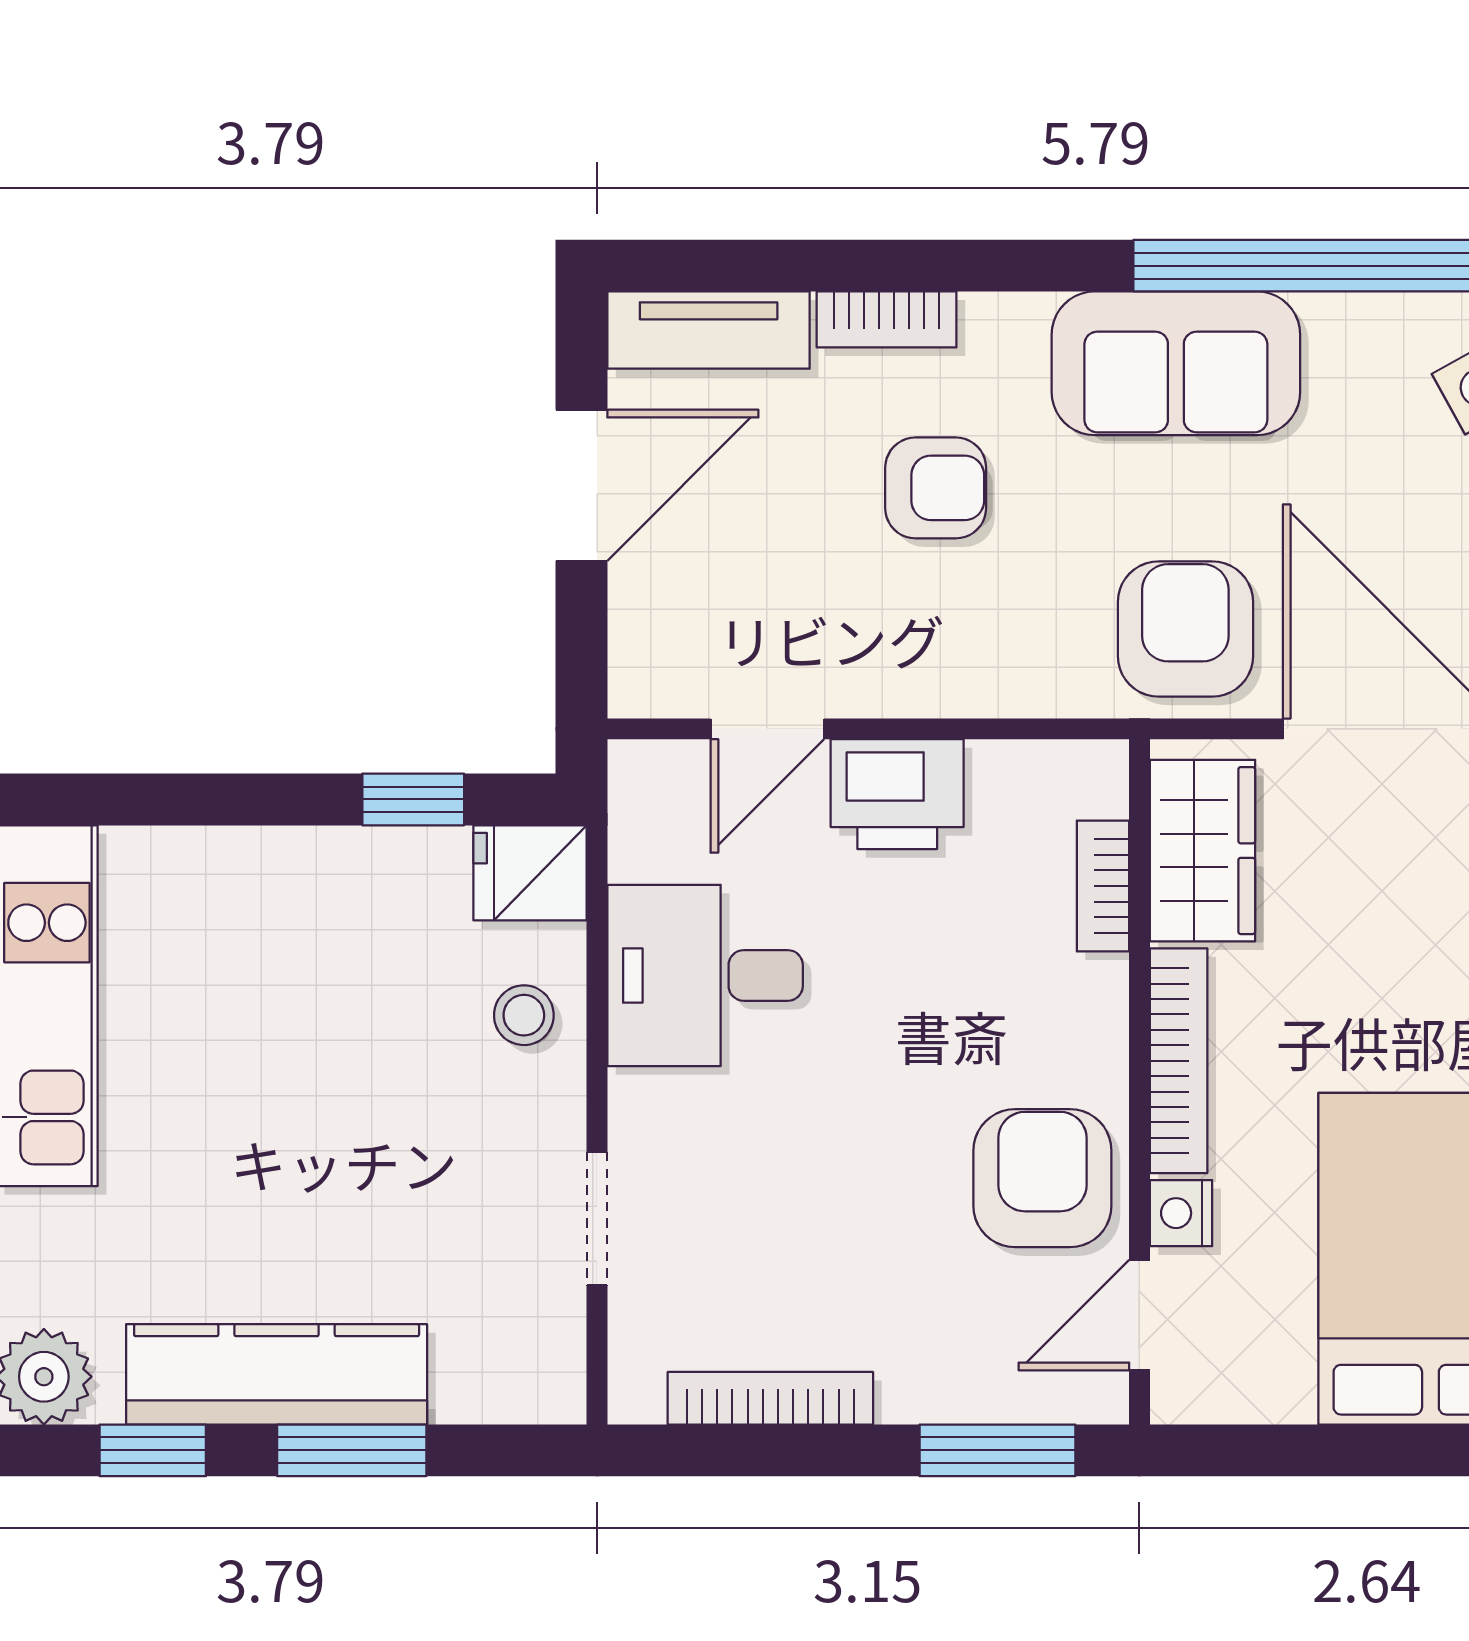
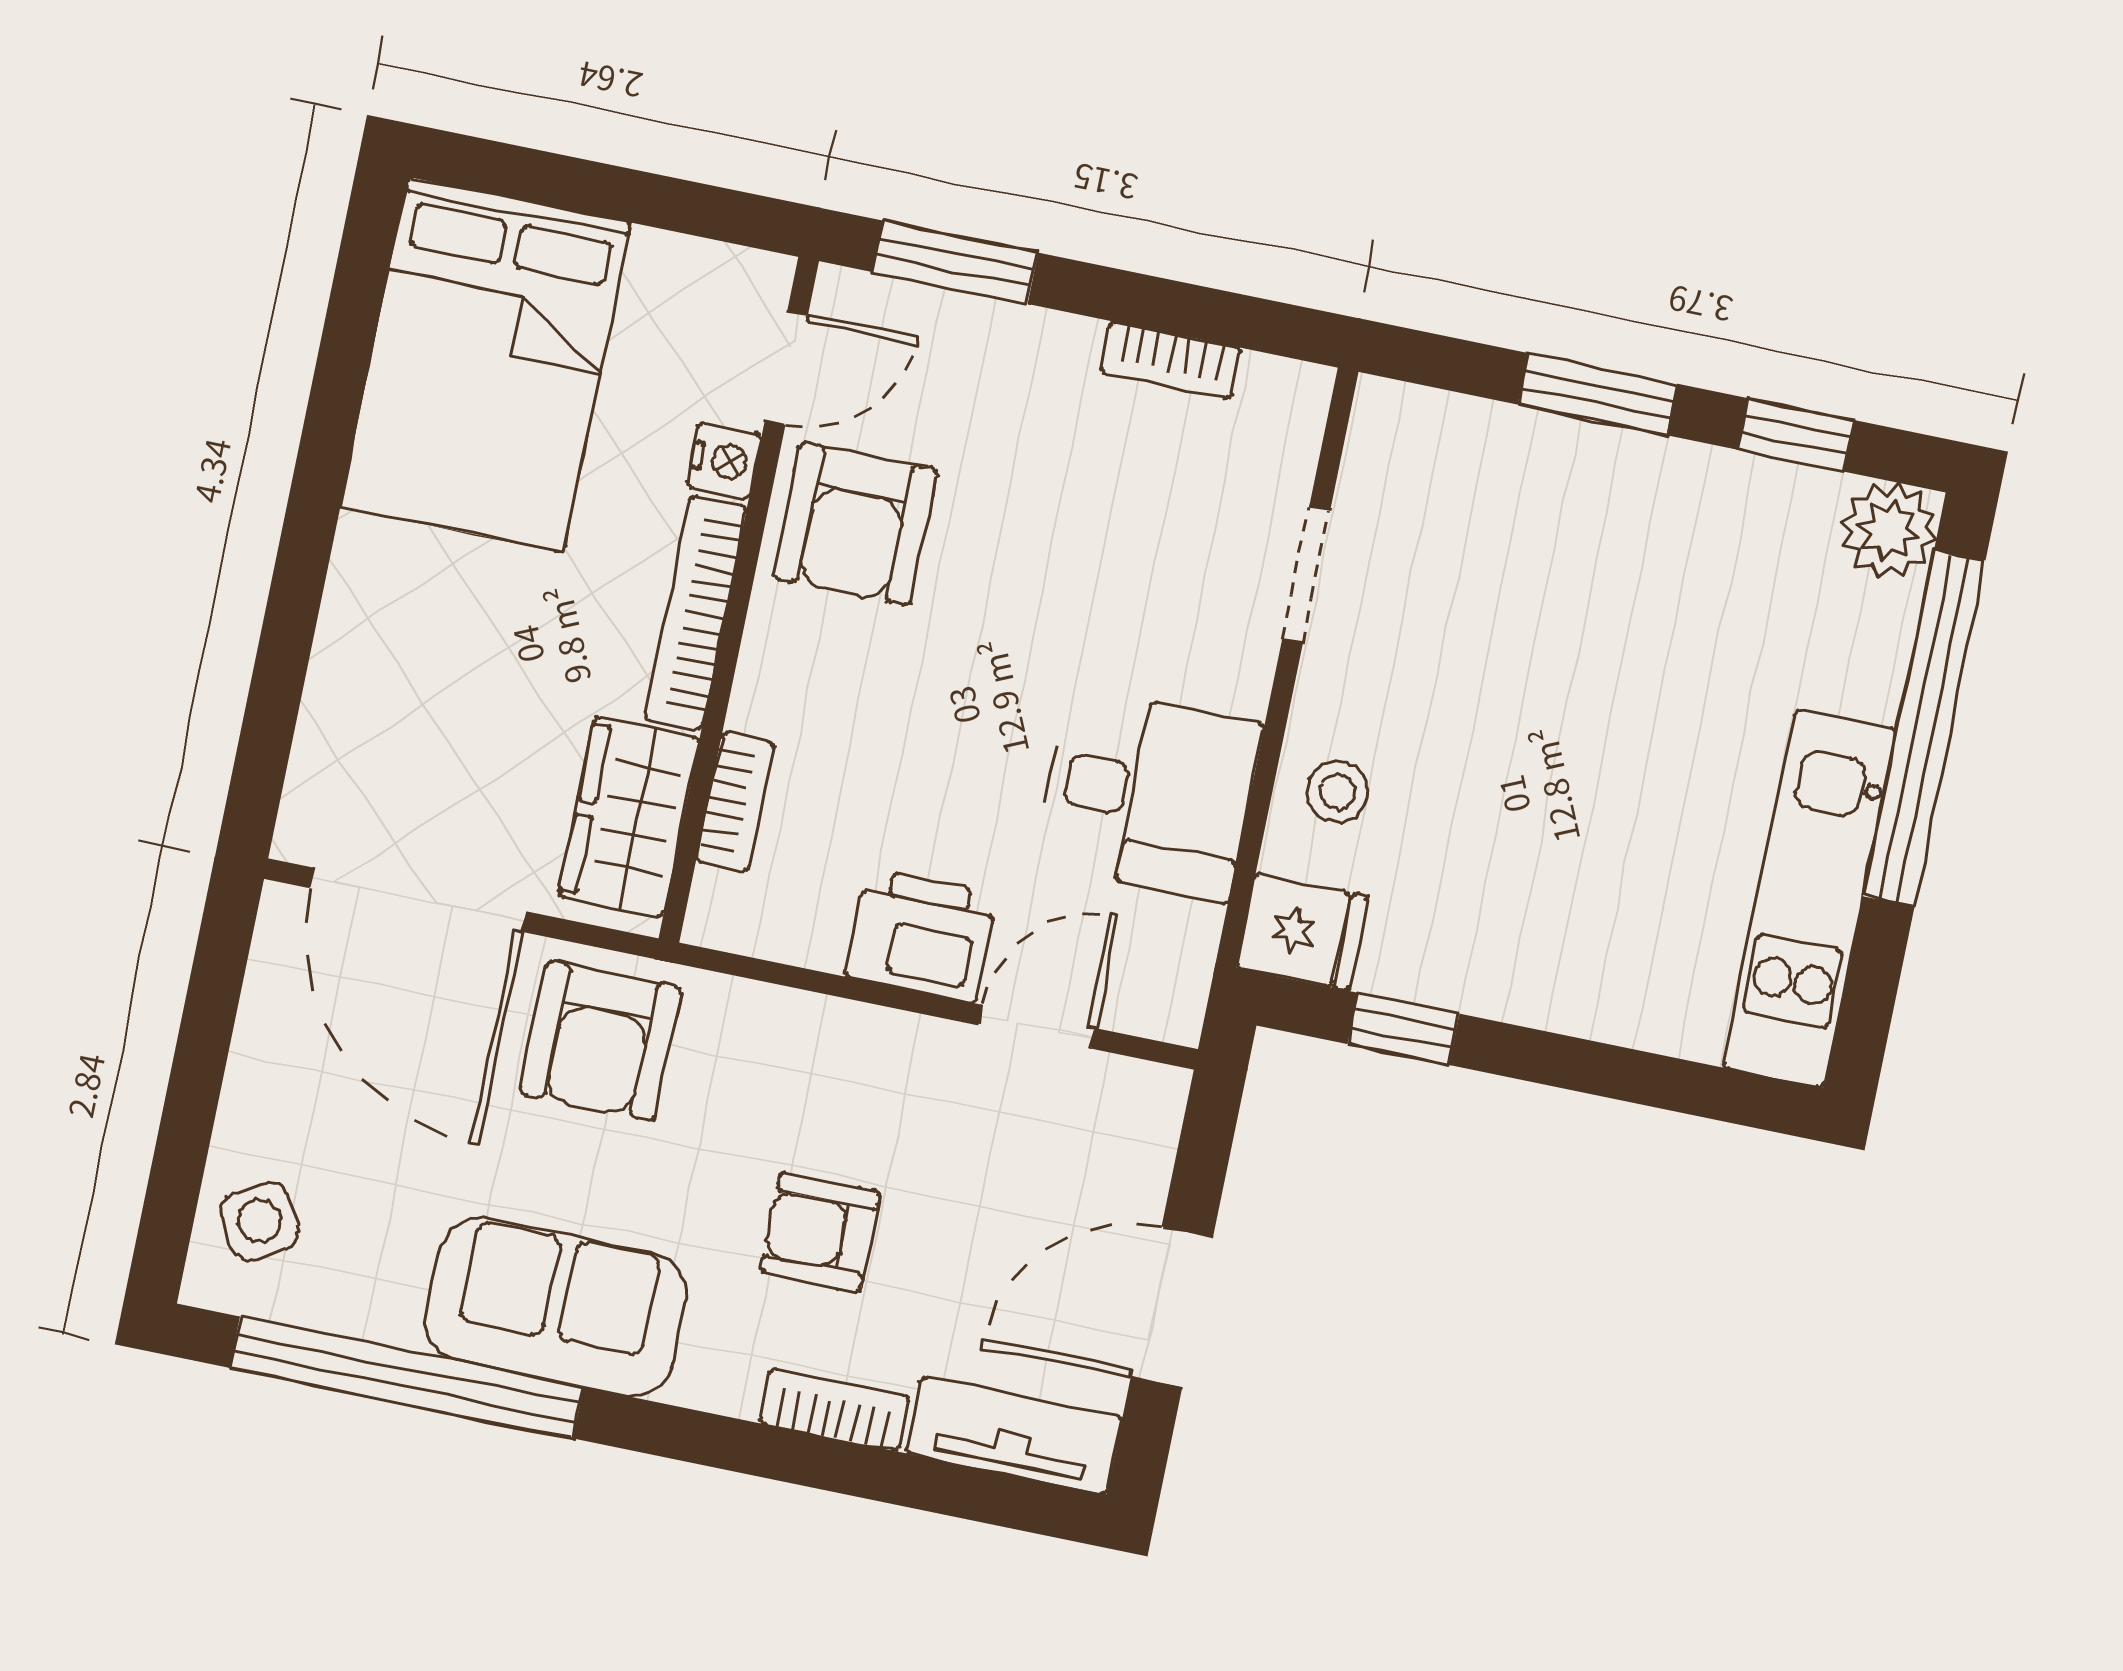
kitchen counter: (277, 1374) -> (1657, 485), removed
bookcase: (770, 1398) -> (1170, 360), width x0.64

